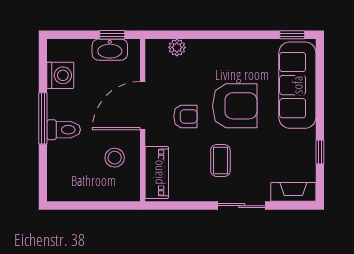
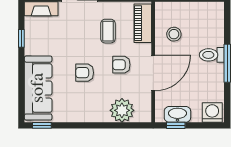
plant: (177, 47) -> (122, 110), width x1.87, depth x1.87
washing machine: (60, 75) -> (212, 113), moved, turned 90
armchair: (235, 106) -> (85, 73), width x0.53, depth x0.53
coffee table: (220, 161) -> (108, 31), moved

